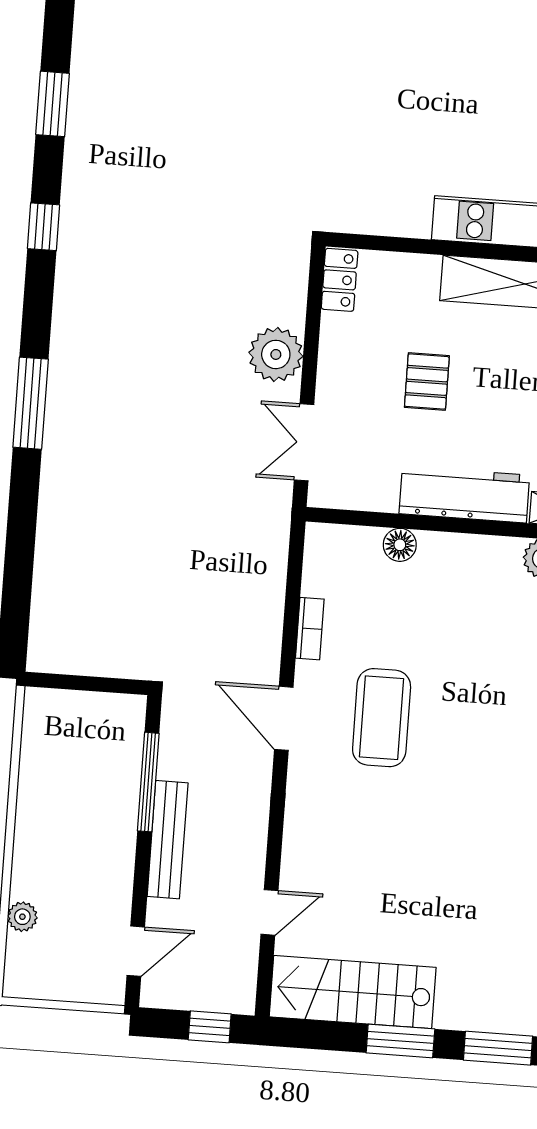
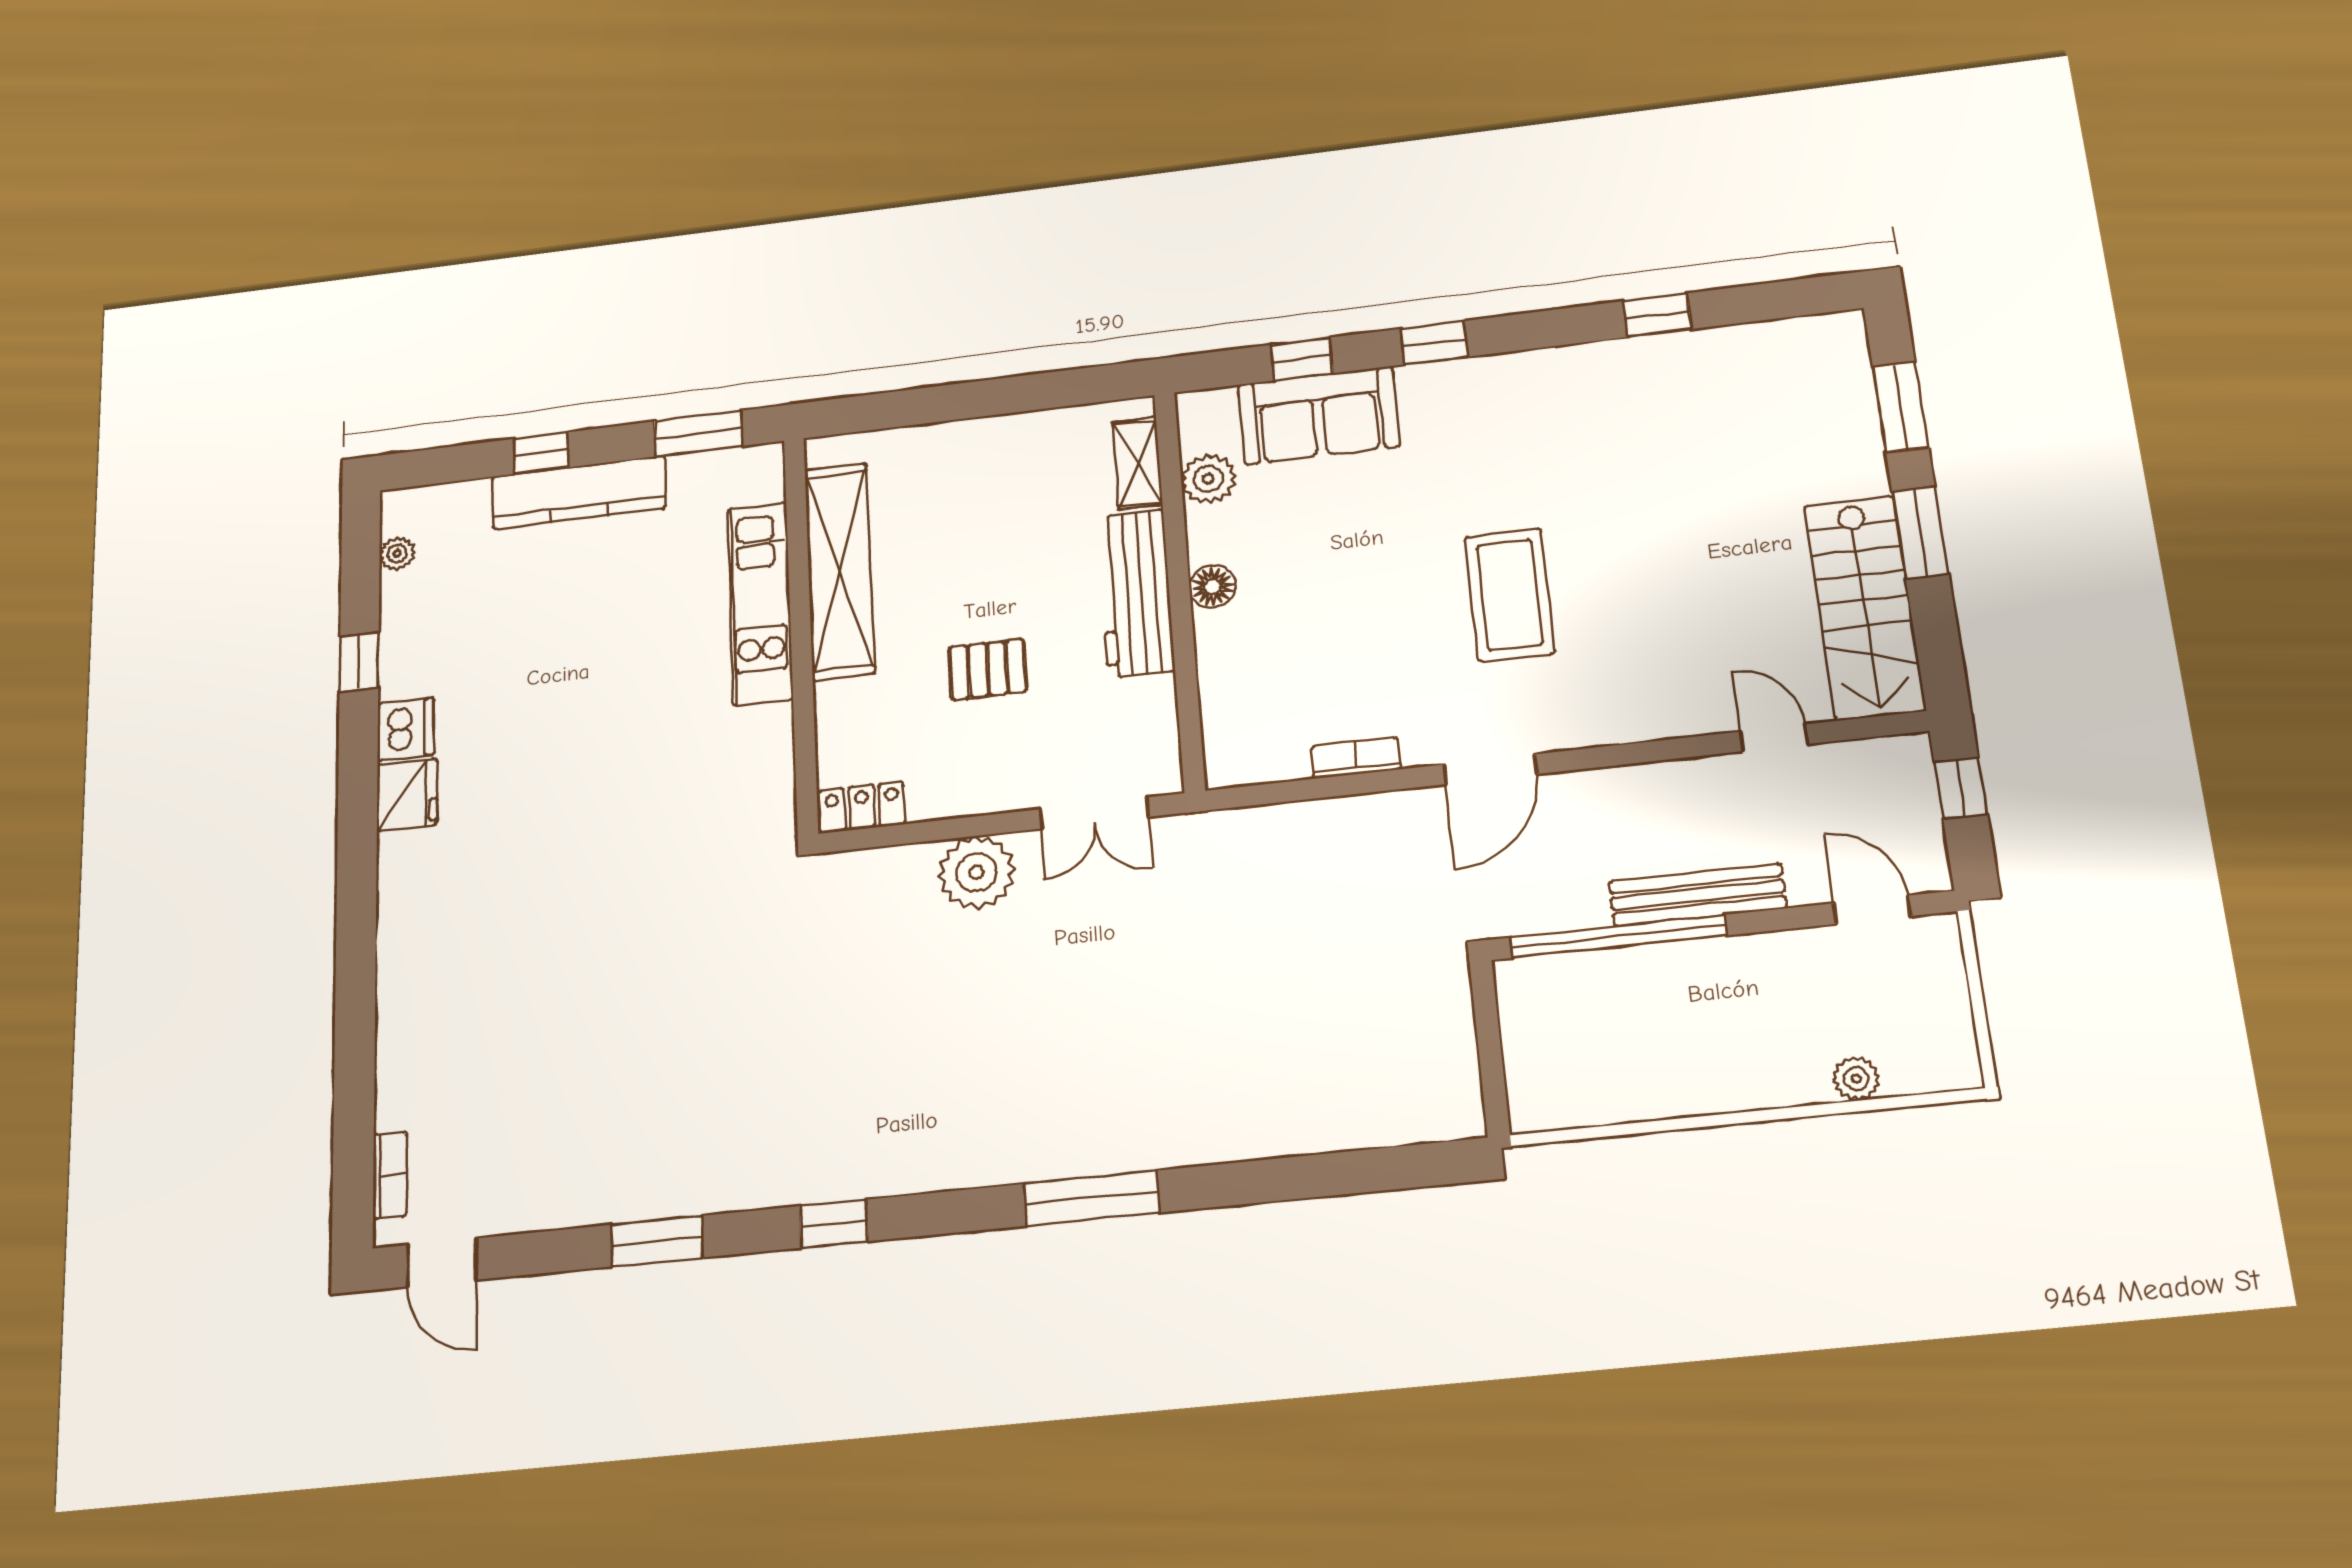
floor lamp: (400, 545) -> (1212, 587), moved
coffee table: (382, 718) -> (1510, 595), moved, turned 90
window: (148, 782) -> (1618, 936), width x1.46

